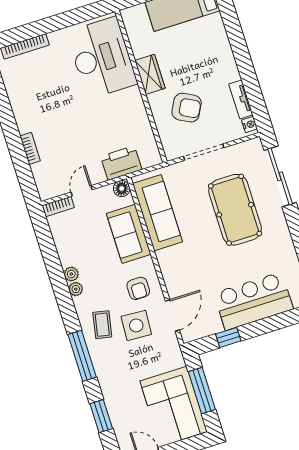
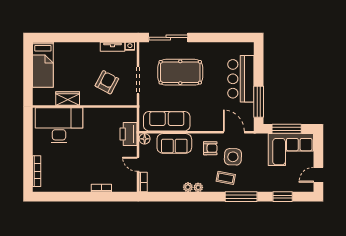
wardrobe: (150, 74) -> (68, 99), moved
window: (228, 337) -> (259, 102), width x2.17

